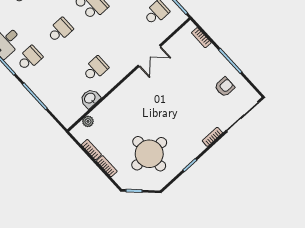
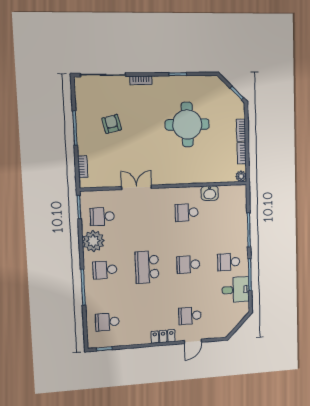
armchair: (225, 87) -> (112, 124), moved, turned 77
plant: (88, 121) -> (241, 176), moved
round table: (149, 154) -> (187, 124), moved

